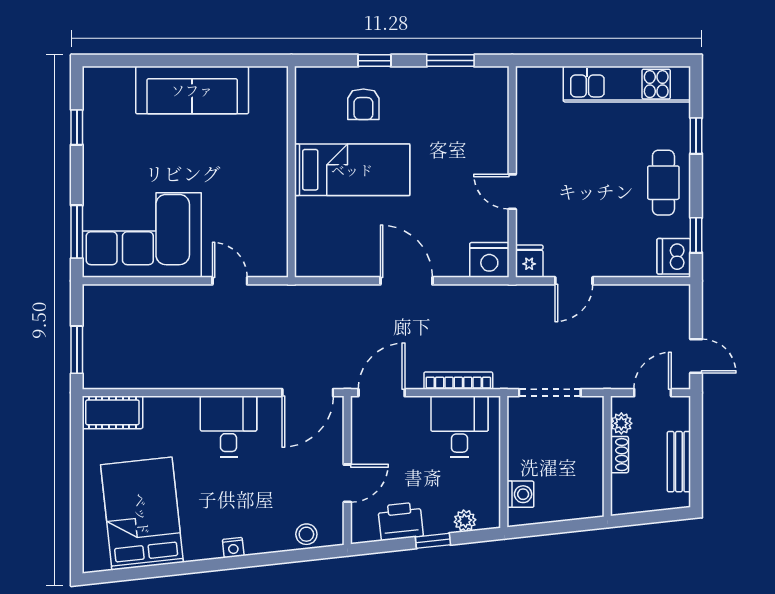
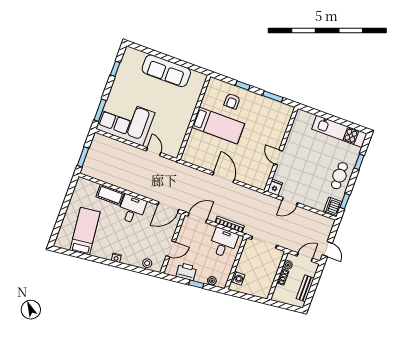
nightstand: (489, 260) -> (259, 181), removed
cot: (112, 412) -> (110, 195), moved
bed: (142, 514) -> (85, 231), width x0.67

